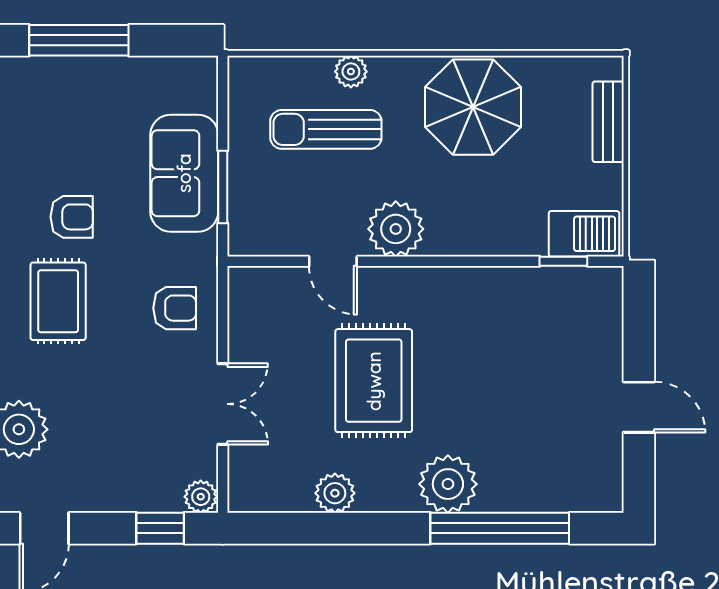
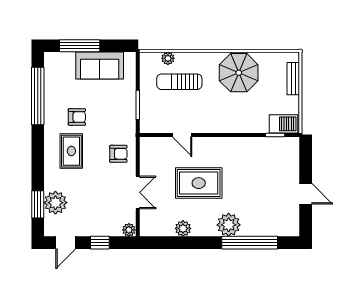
plant: (351, 72) -> (168, 58), moved
sofa: (184, 173) -> (100, 66), moved, turned -90
plant: (396, 229) -> (208, 122), removed
rug: (374, 381) -> (199, 183), turned 90
window: (160, 528) -> (100, 243), moved

